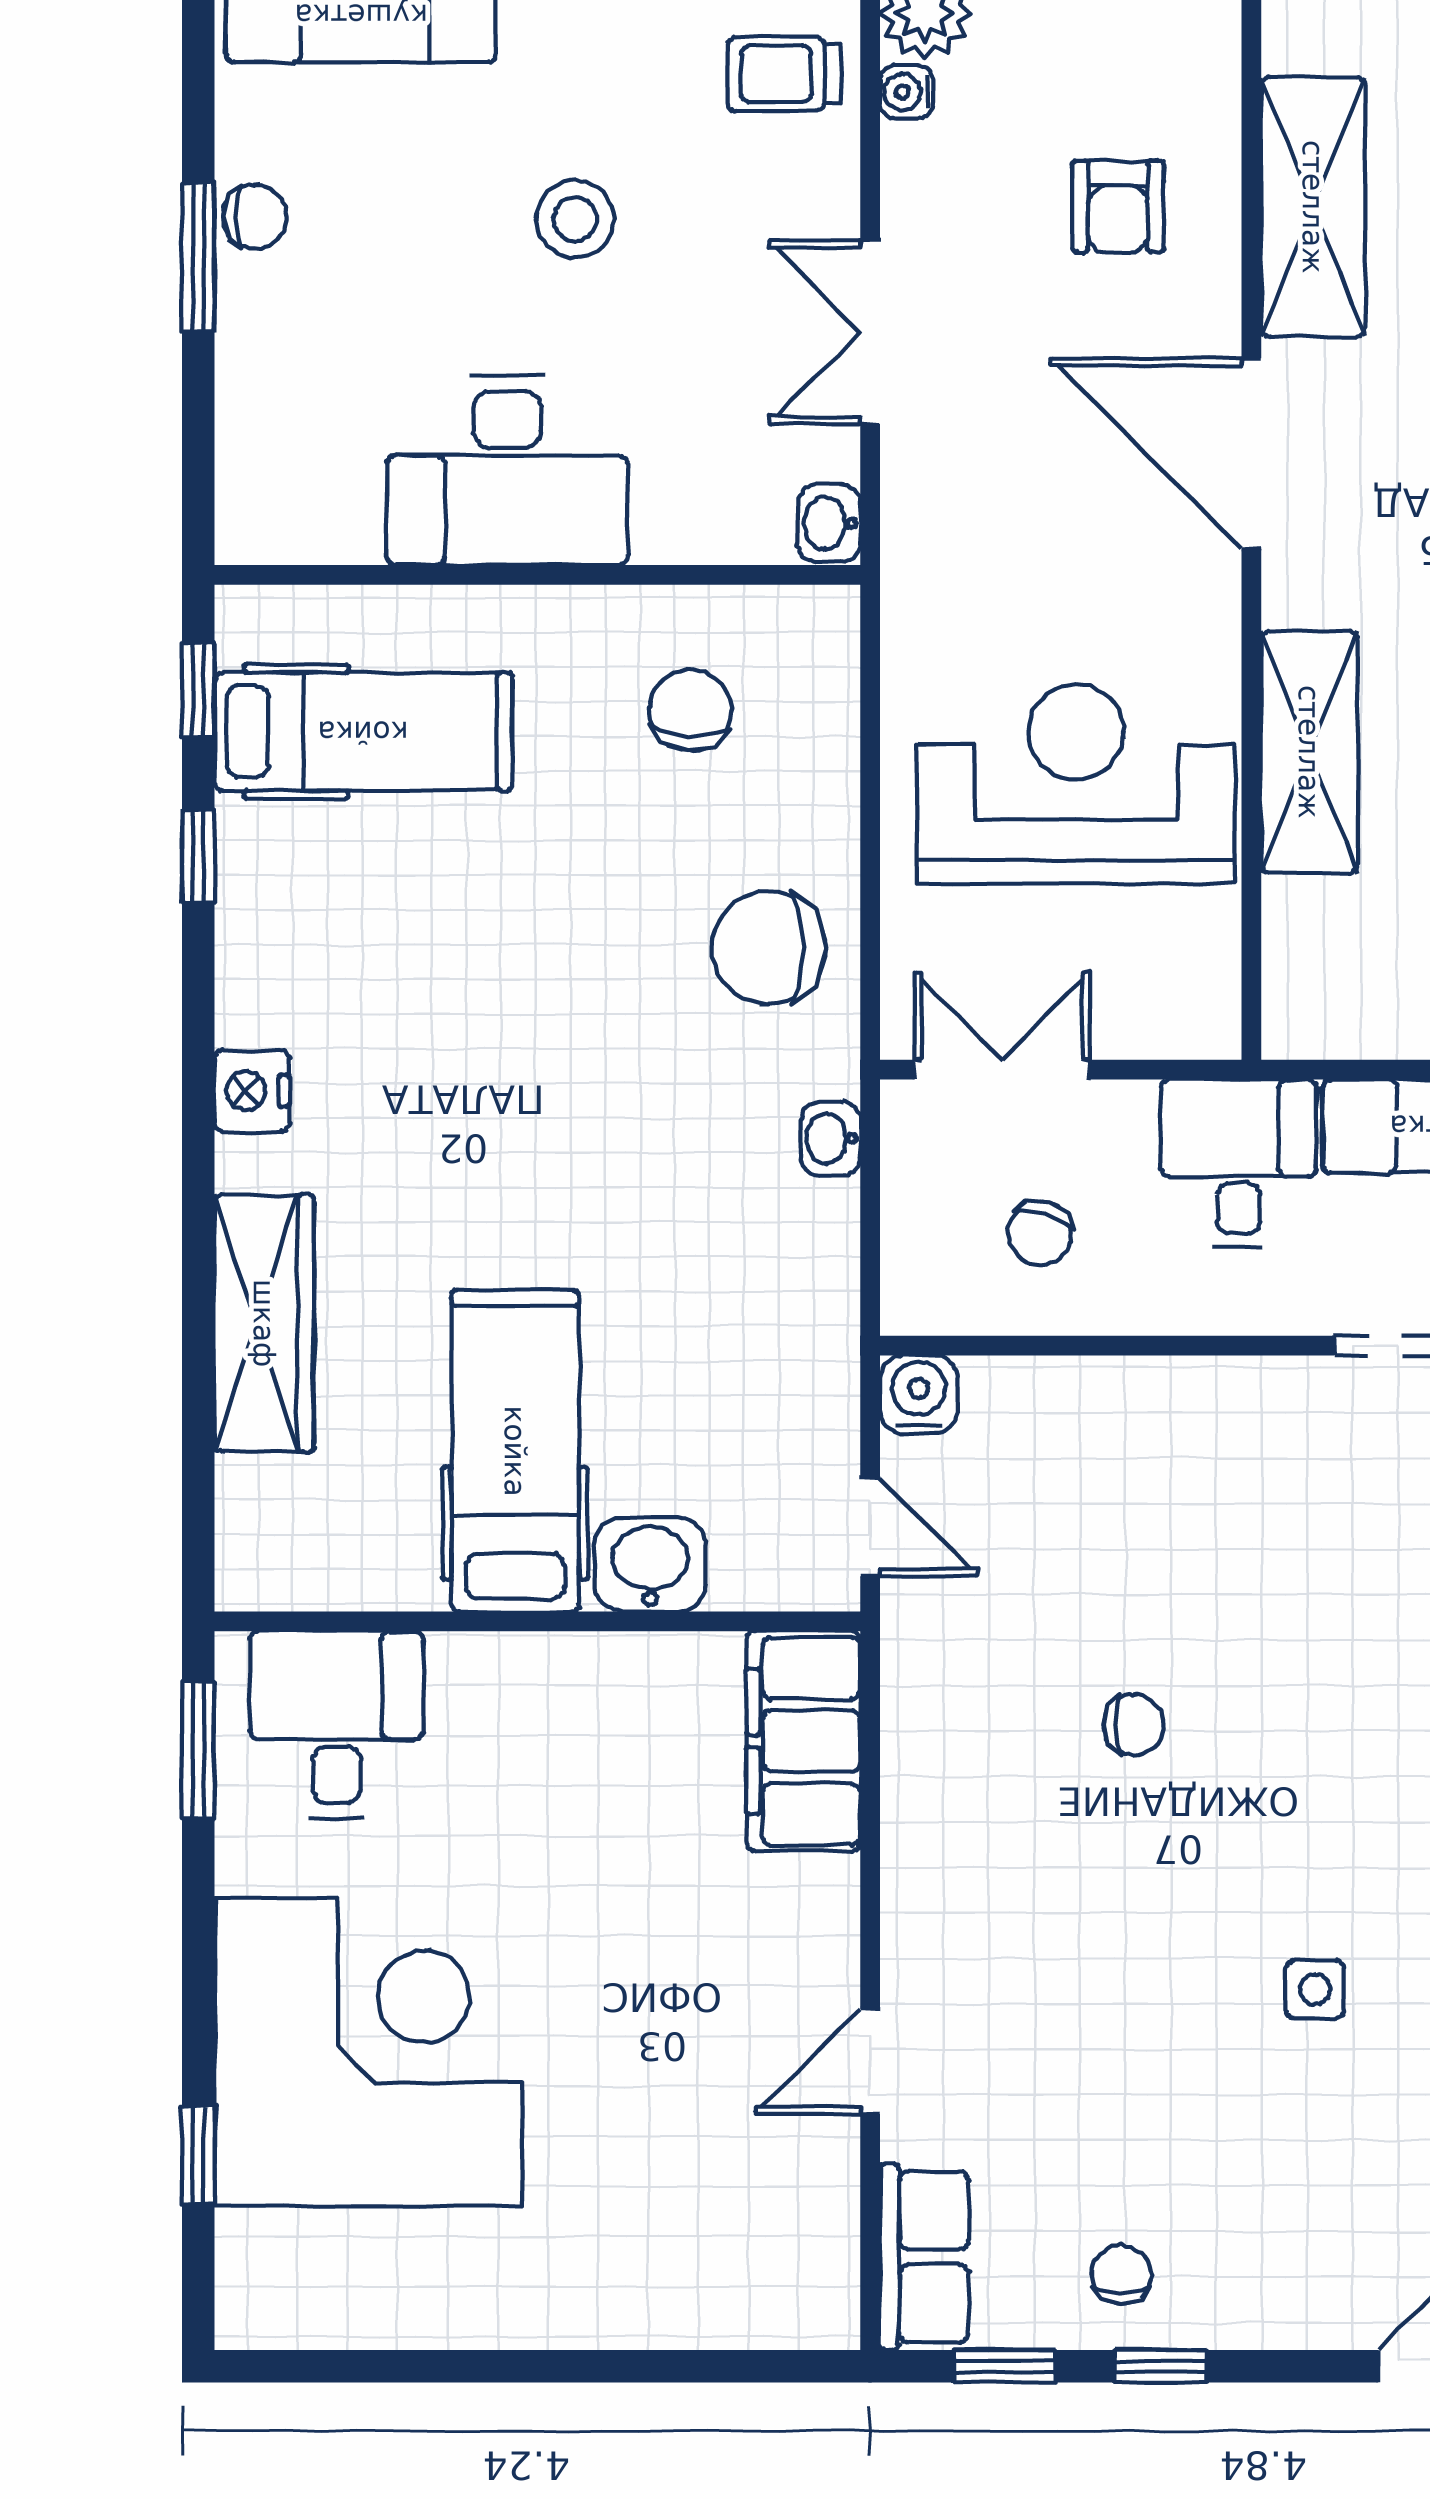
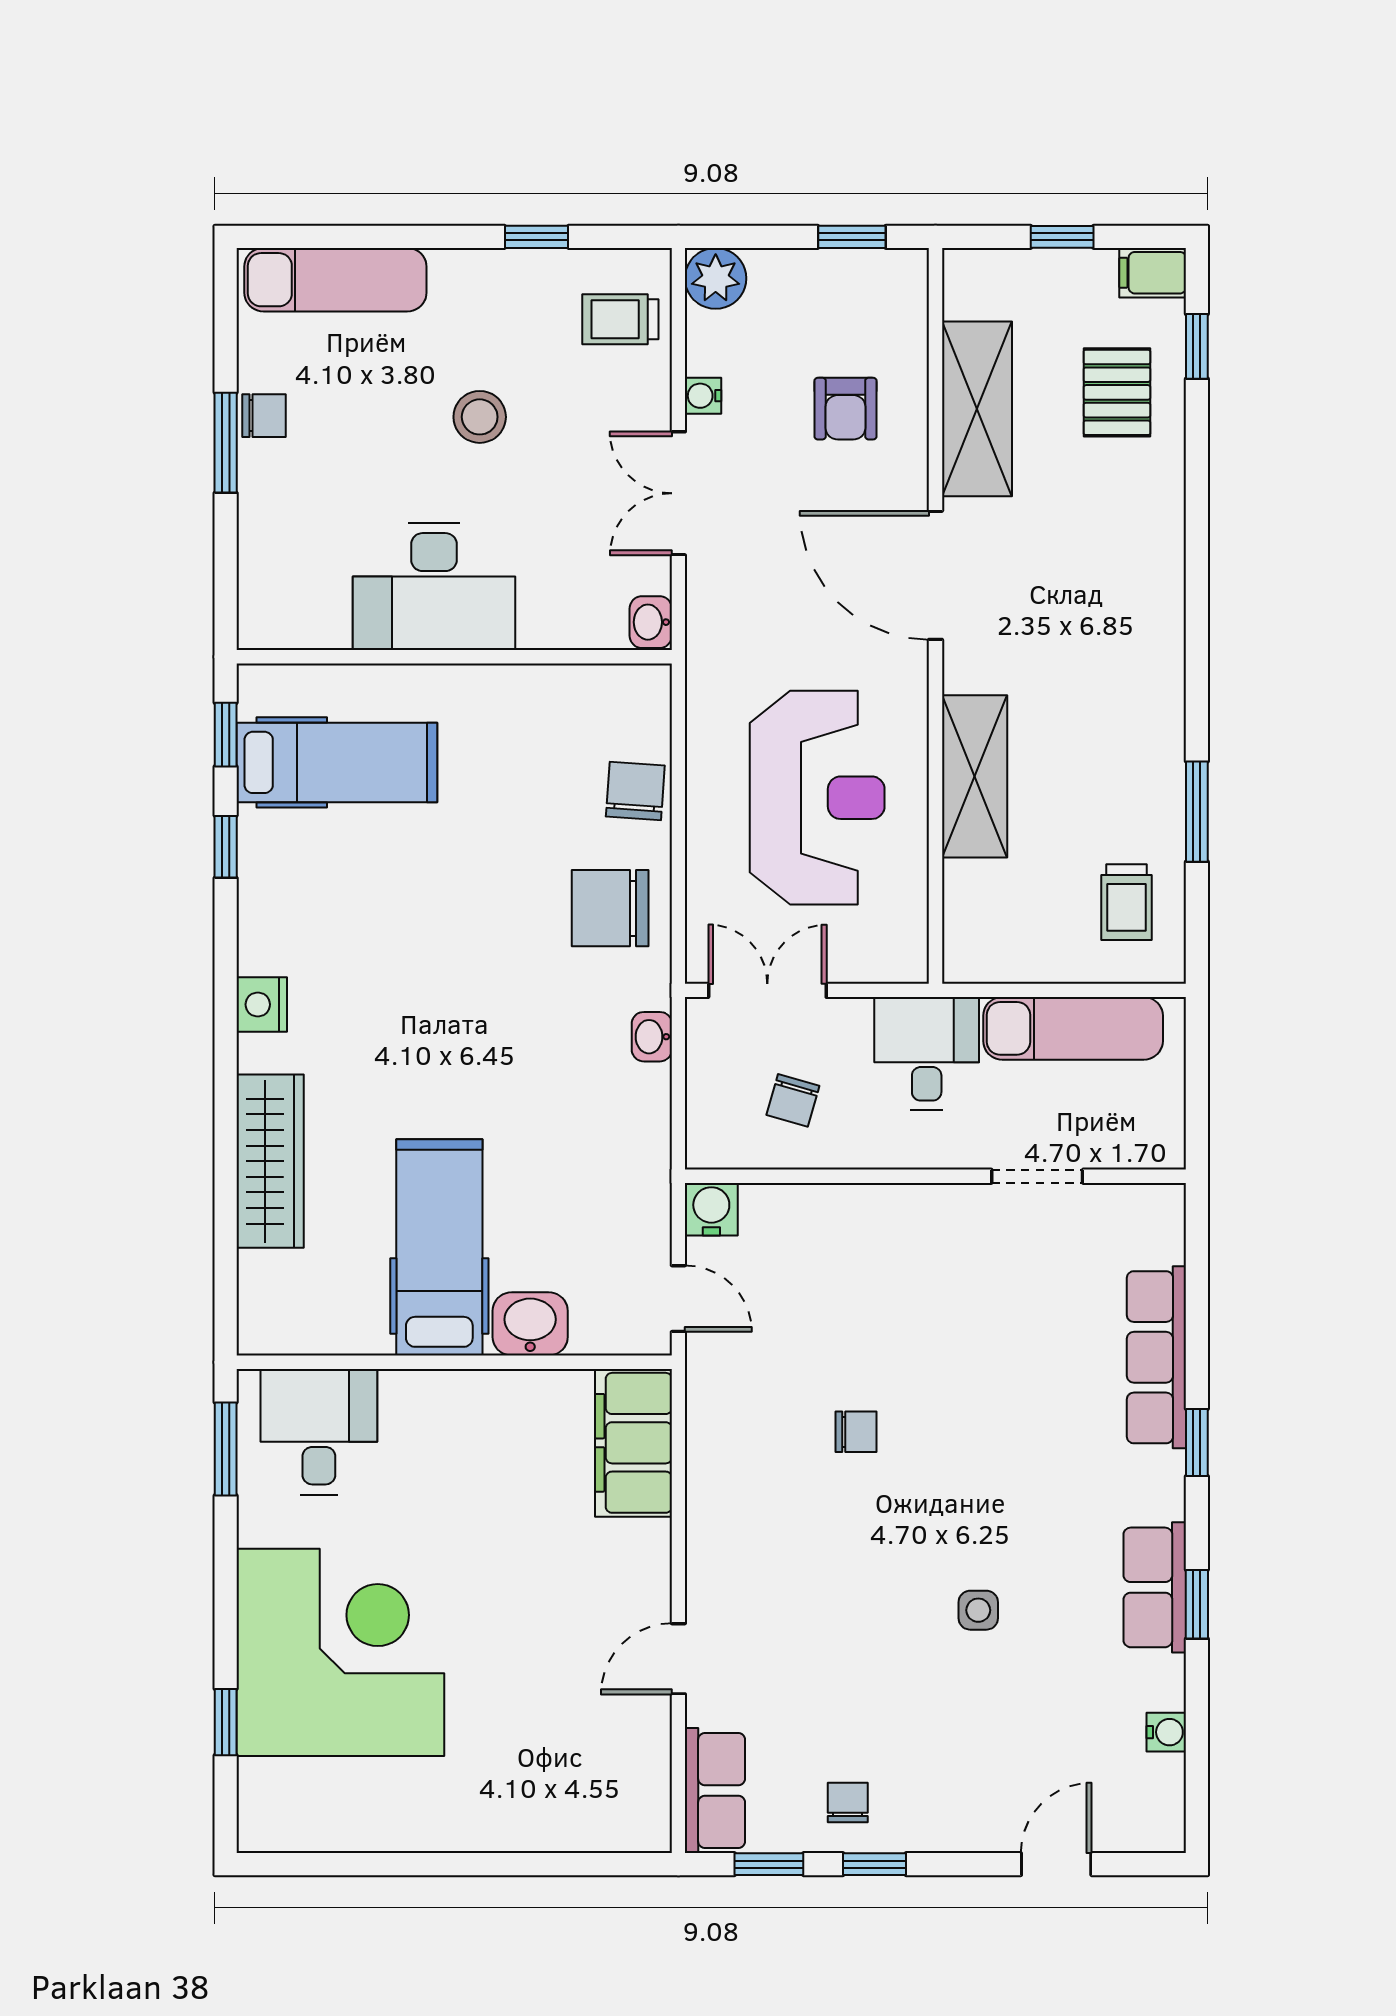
water cooler: (907, 92) -> (703, 396), moved
chair: (690, 710) -> (635, 791), moved
reception desk: (1076, 784) -> (817, 798), turned 90

